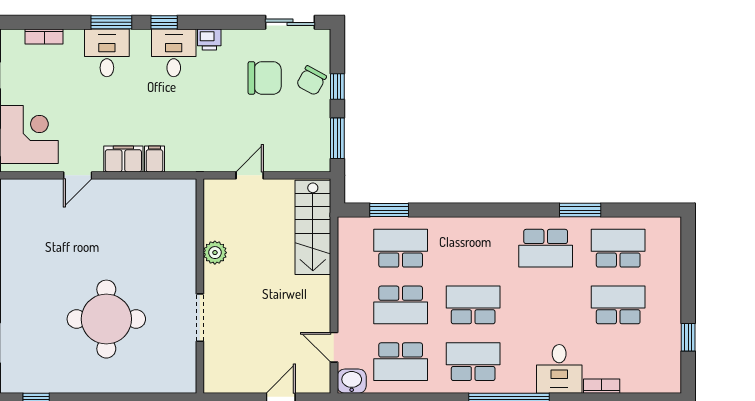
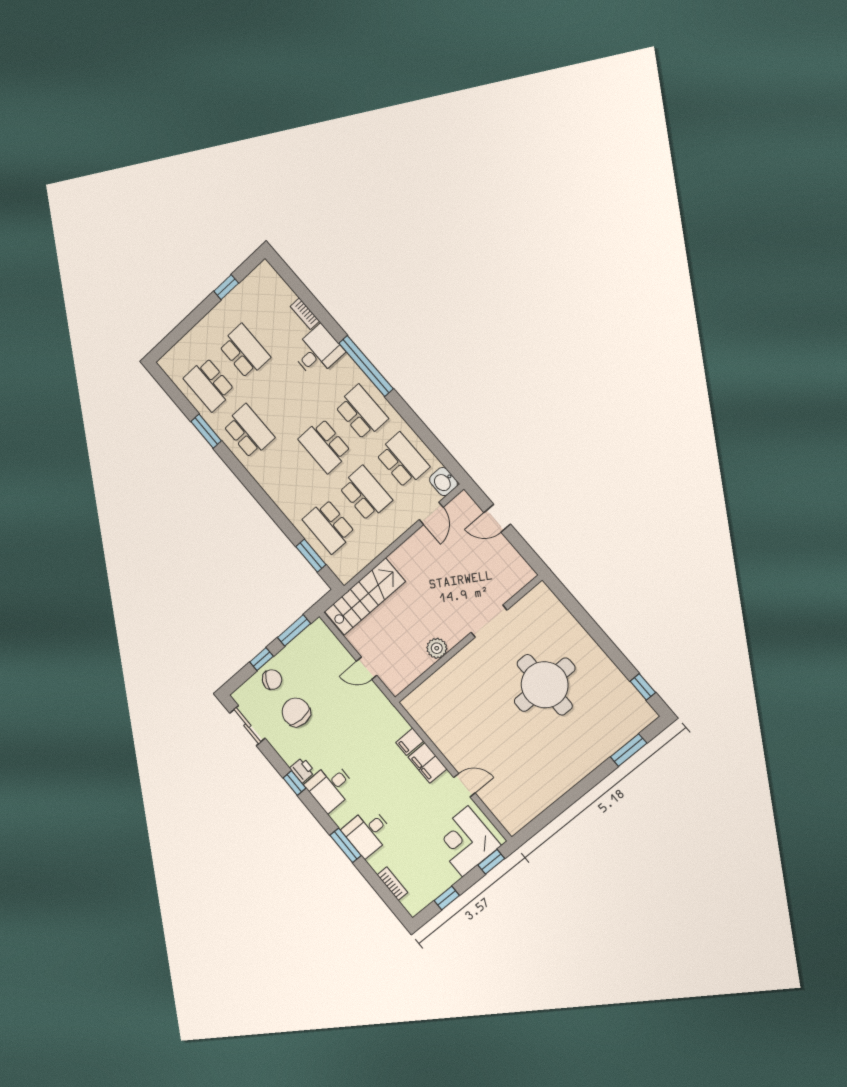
window: (164, 22) -> (294, 783), moved
school desk: (618, 305) -> (244, 351), turned 180
school desk: (473, 362) -> (361, 412), turned 180

